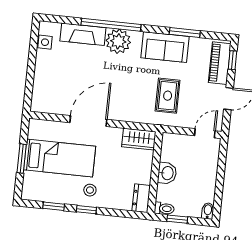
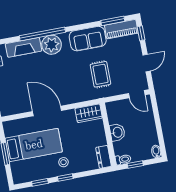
window: (185, 33) -> (113, 21), moved
piano: (220, 63) -> (121, 29), moved, turned -90
door: (88, 121) -> (47, 111), hinge flipped
door: (205, 133) -> (137, 94), swing flipped

